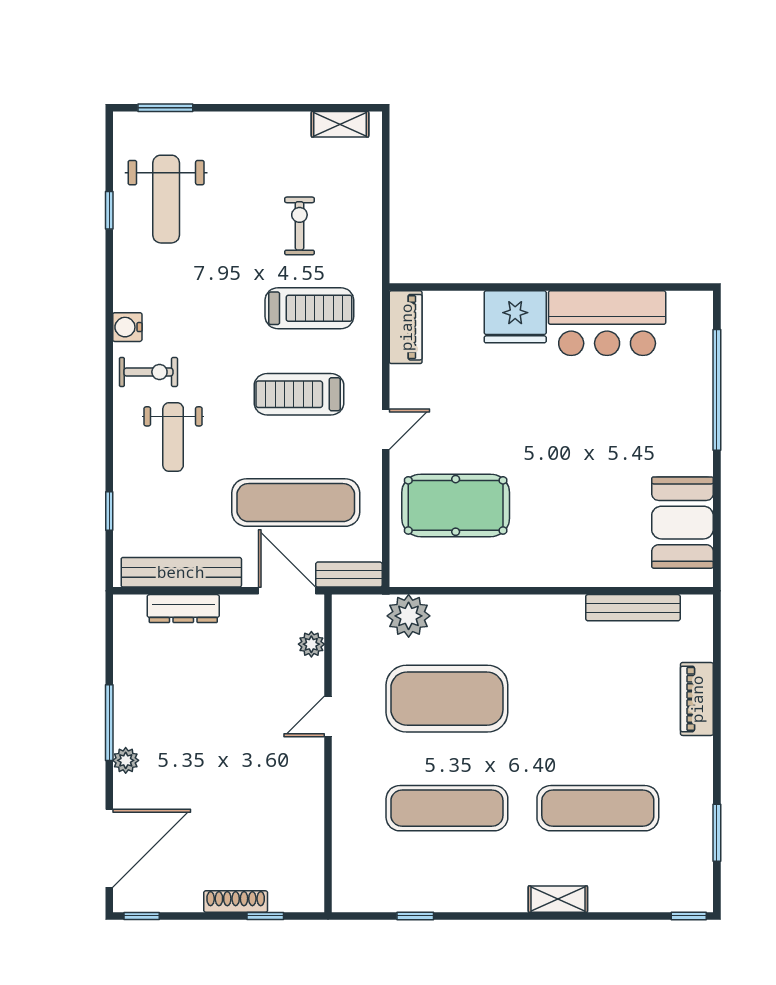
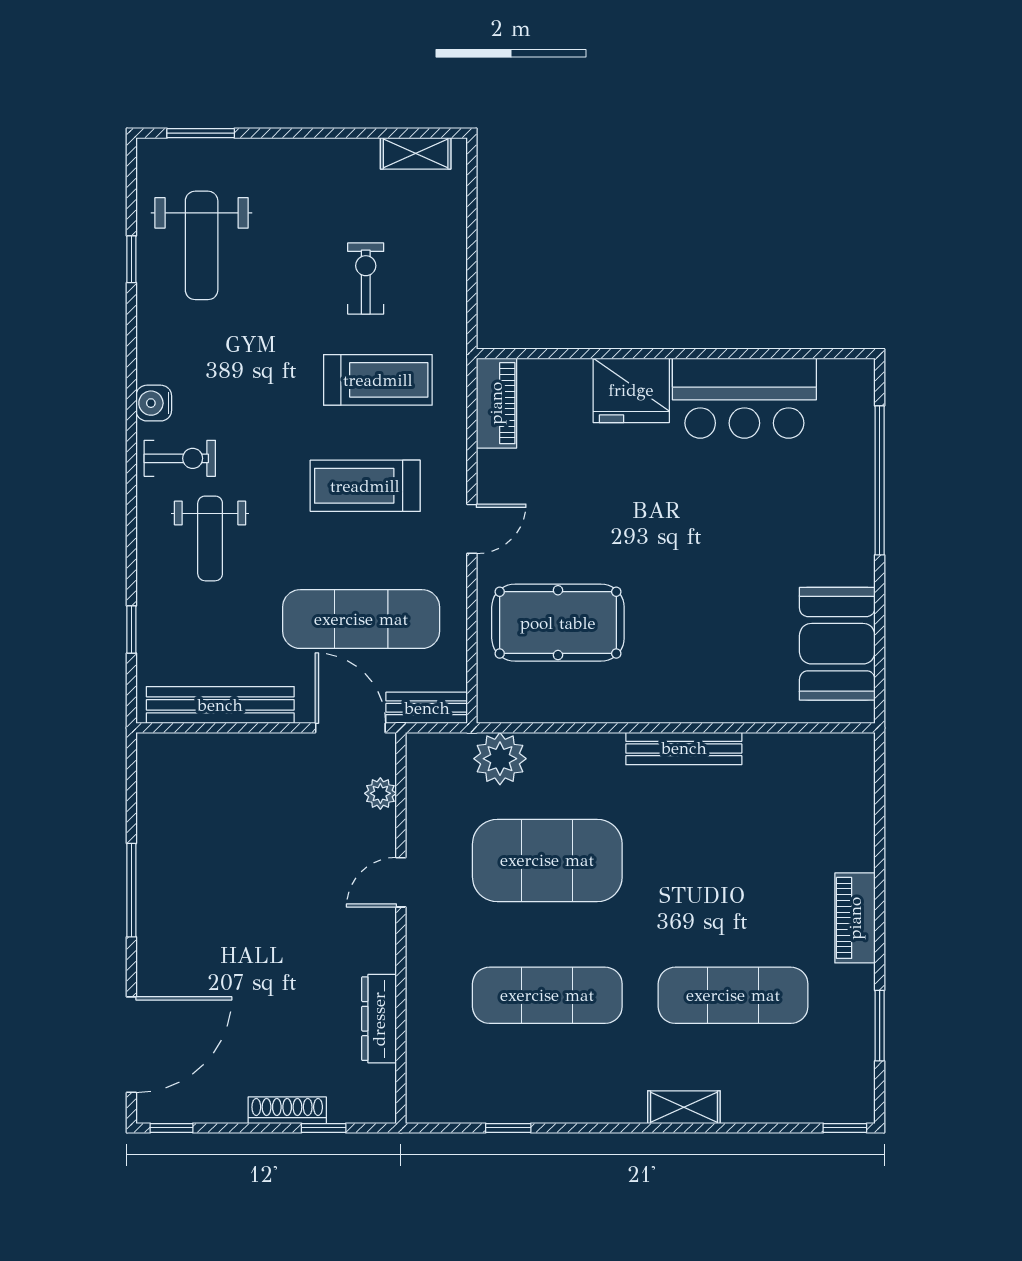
bench: (633, 608) -> (684, 748), moved
dresser: (183, 609) -> (379, 1019), moved, turned 90
piano: (697, 699) -> (855, 918), moved
plant: (126, 760) -> (152, 936), removed

